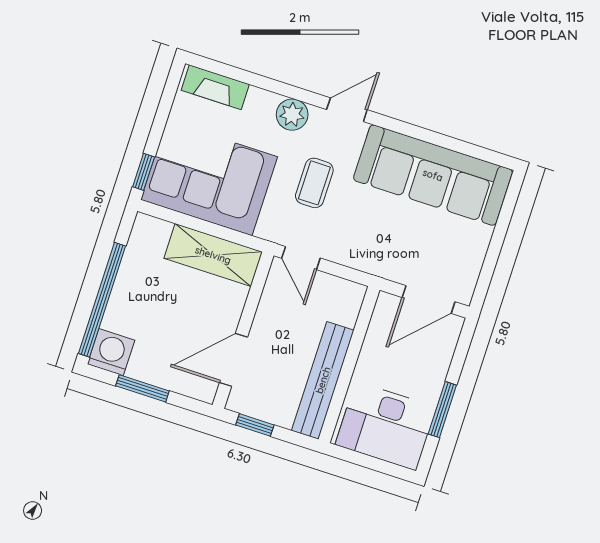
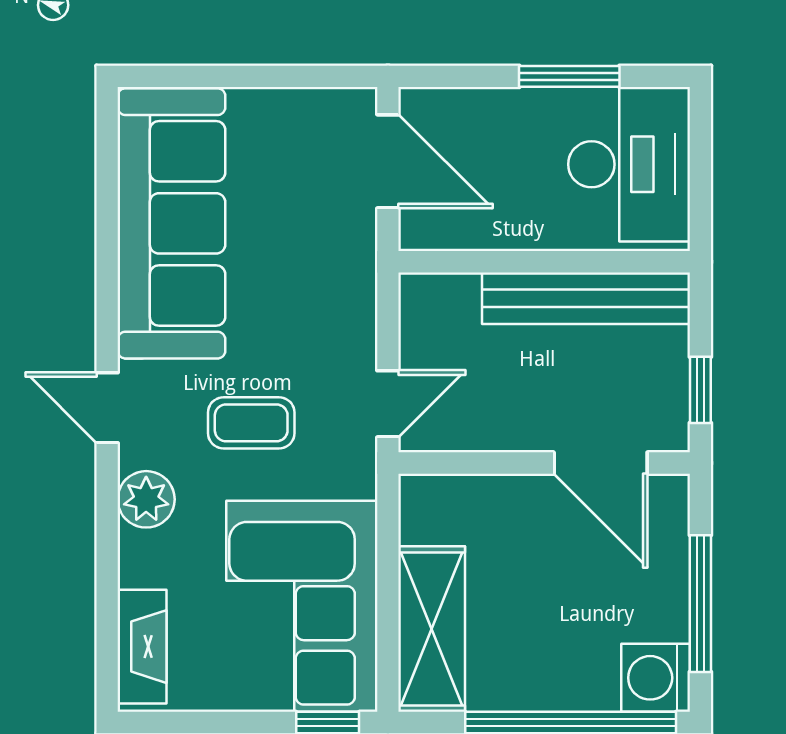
shelving: (213, 255) -> (432, 629), moved
window: (142, 388) -> (700, 604), width x1.44

